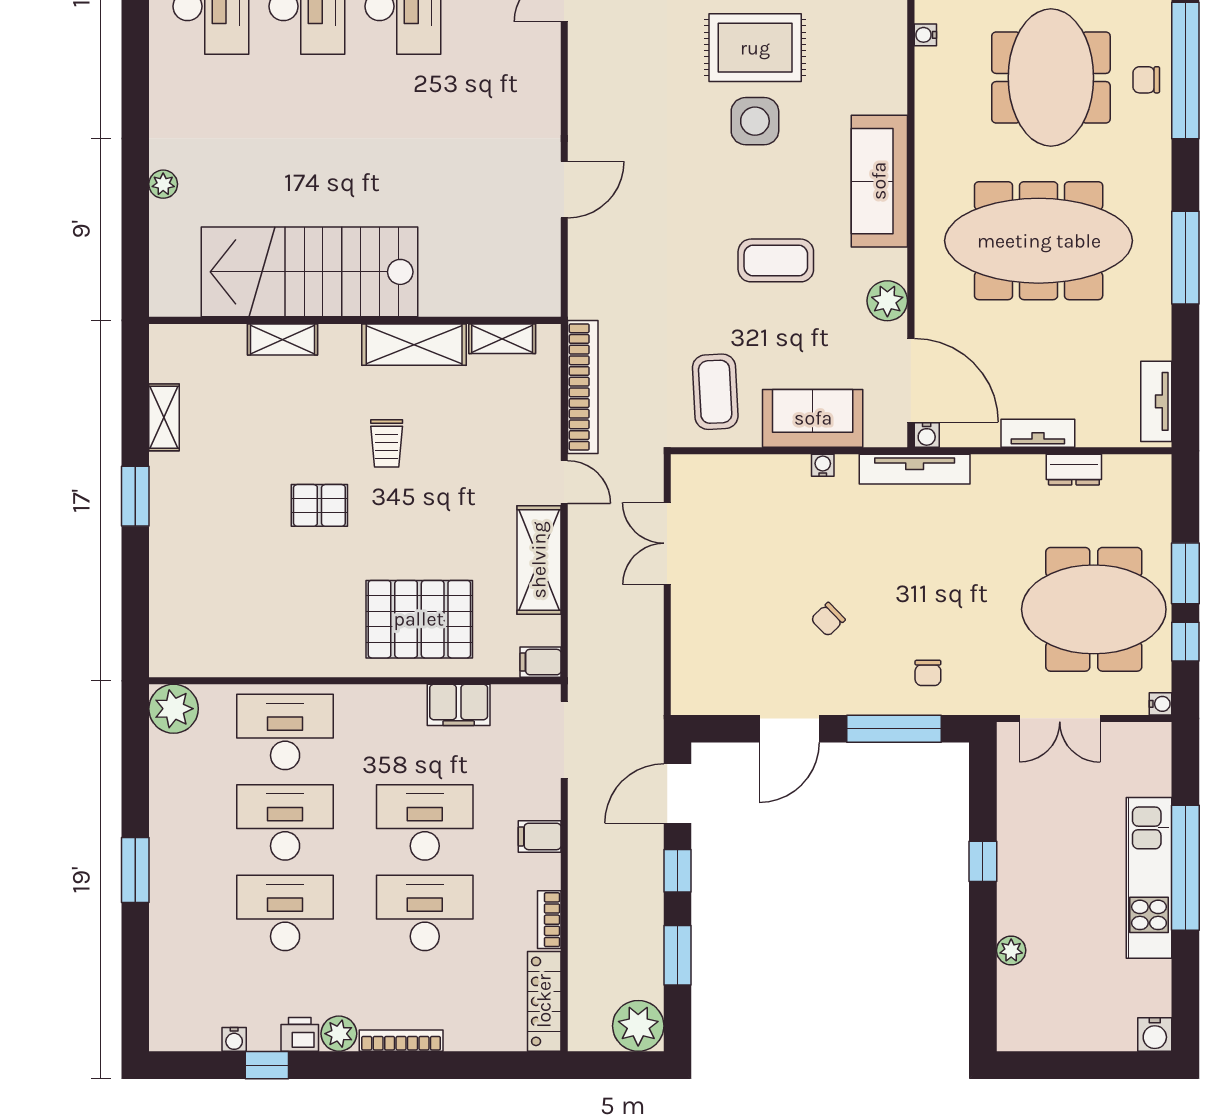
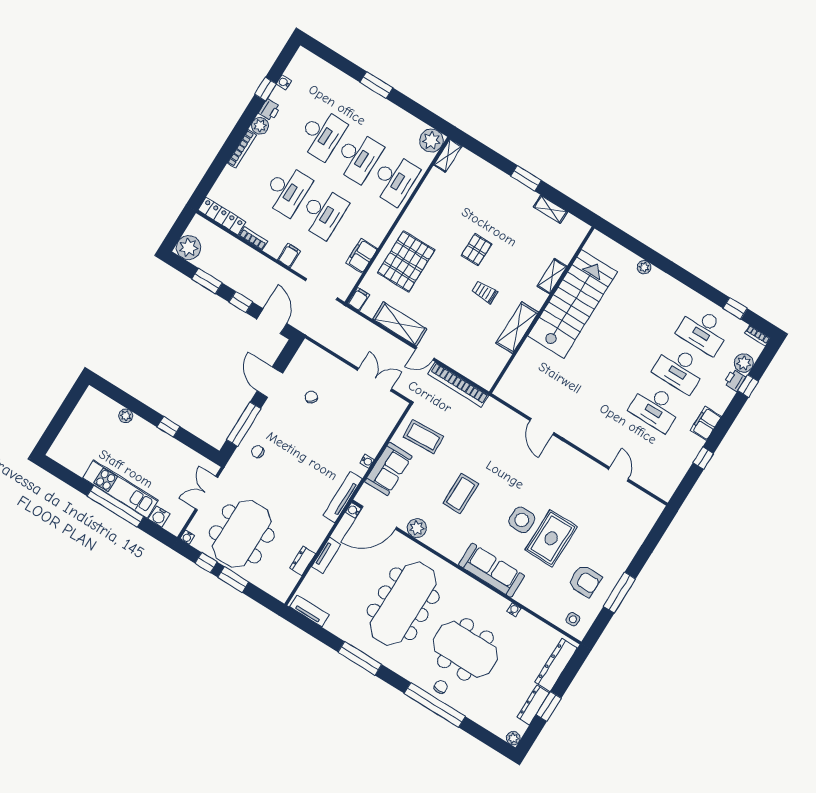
sofa: (879, 181) -> (492, 570), moved
shelving: (502, 339) -> (448, 156), moved
chair: (828, 619) -> (311, 397), moved
water cooler: (1155, 1034) -> (159, 516), moved, turned -90

